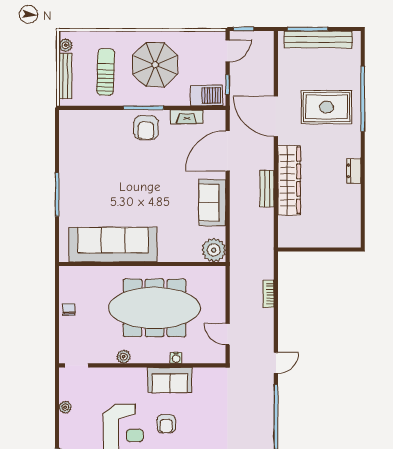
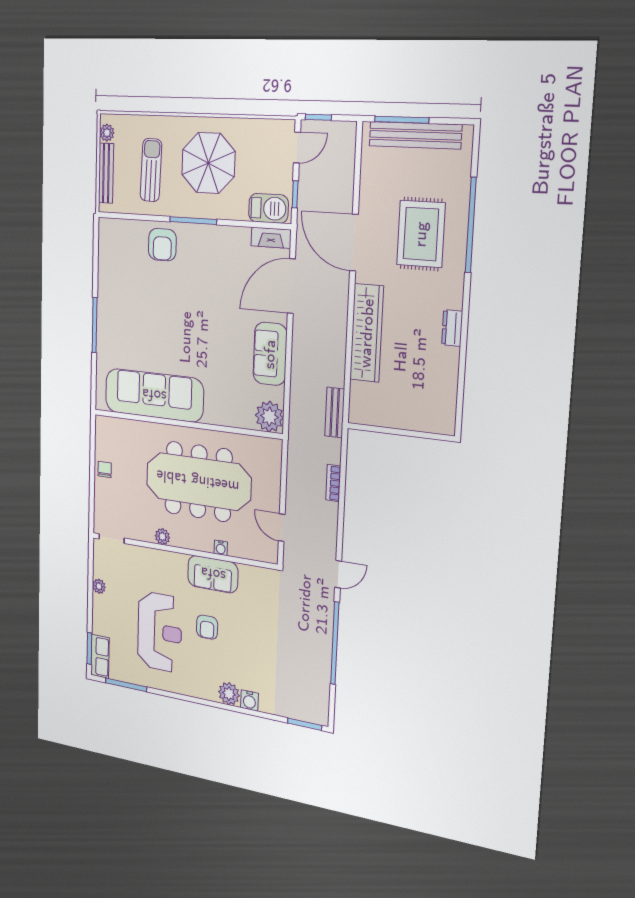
rug: (327, 107) -> (421, 234), turned 90
fireplace: (187, 117) -> (271, 238), moved
armchair: (146, 128) -> (162, 245), moved
bench: (267, 188) -> (335, 412), moved

